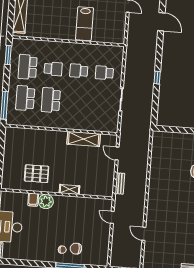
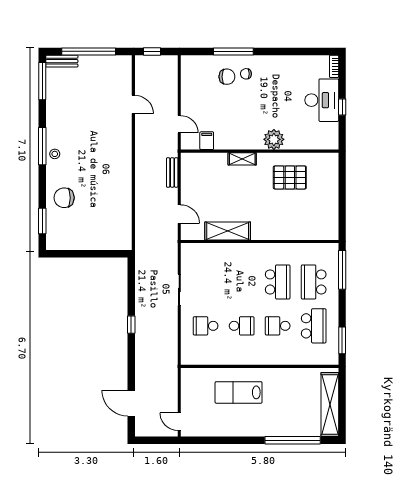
lab bench: (85, 24) -> (239, 392), turned -90
school desk: (104, 73) -> (206, 326), turned 180
school desk: (25, 98) -> (314, 282), turned 180
filing cabinet: (33, 200) -> (207, 141), moved

